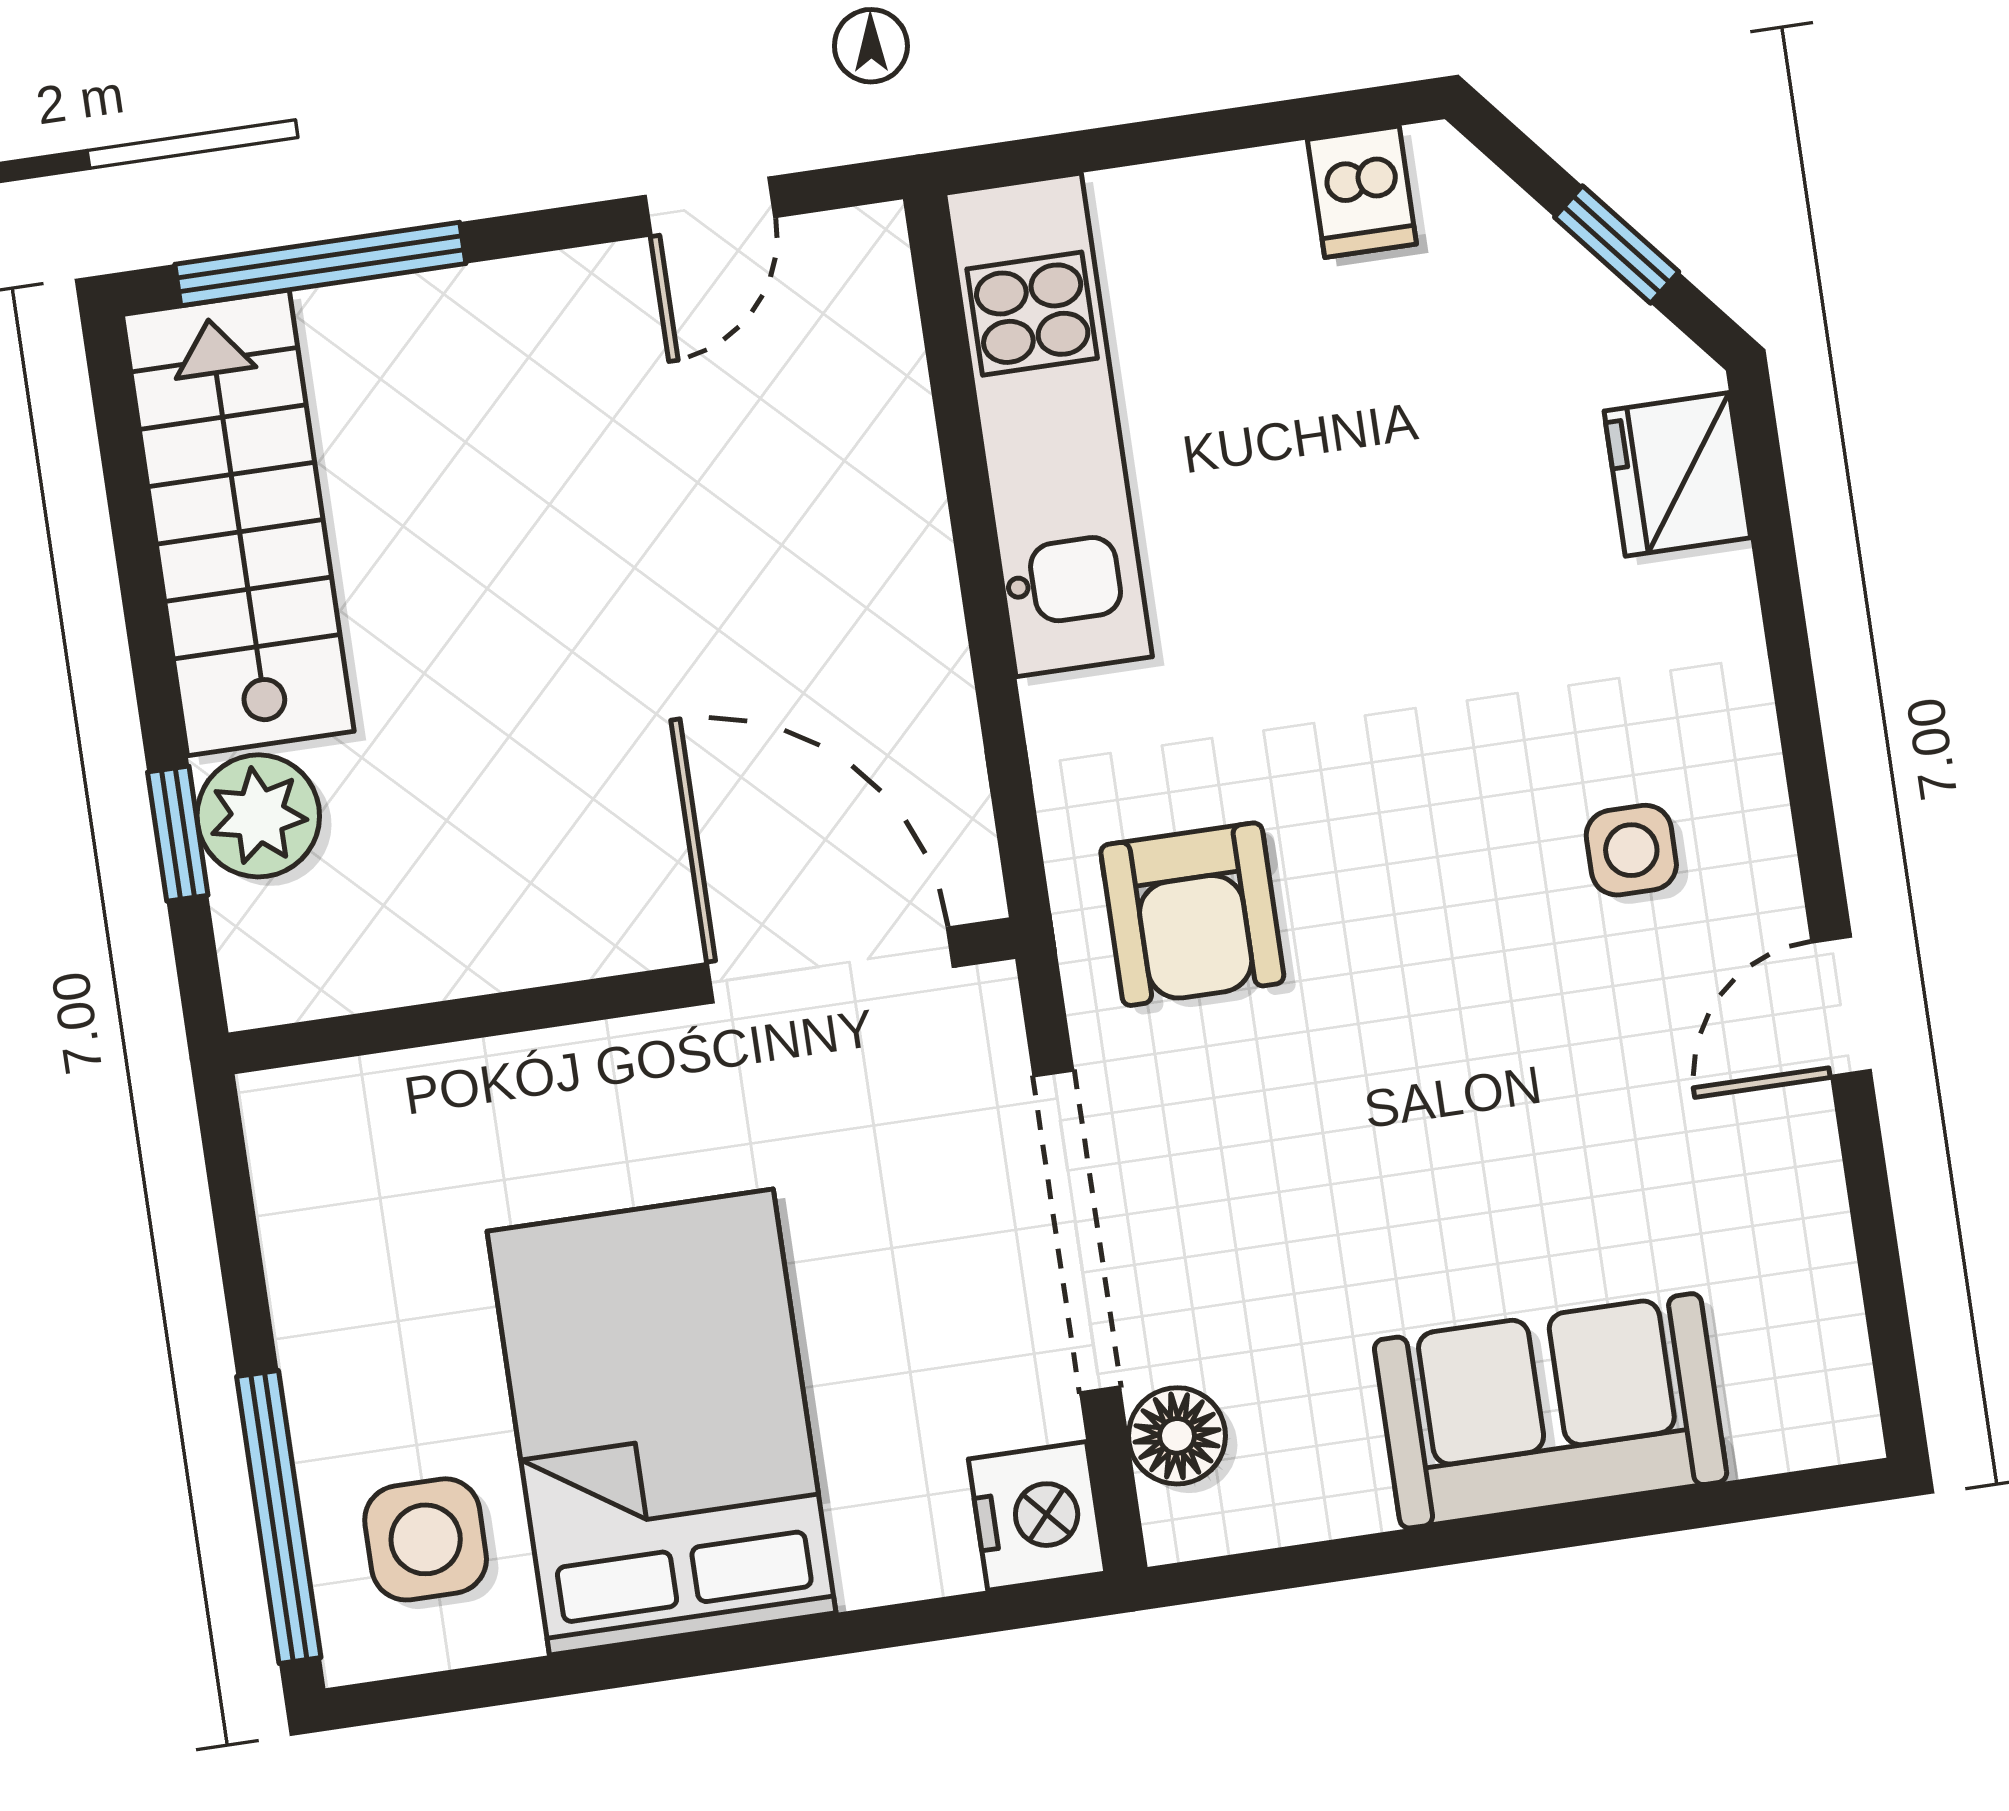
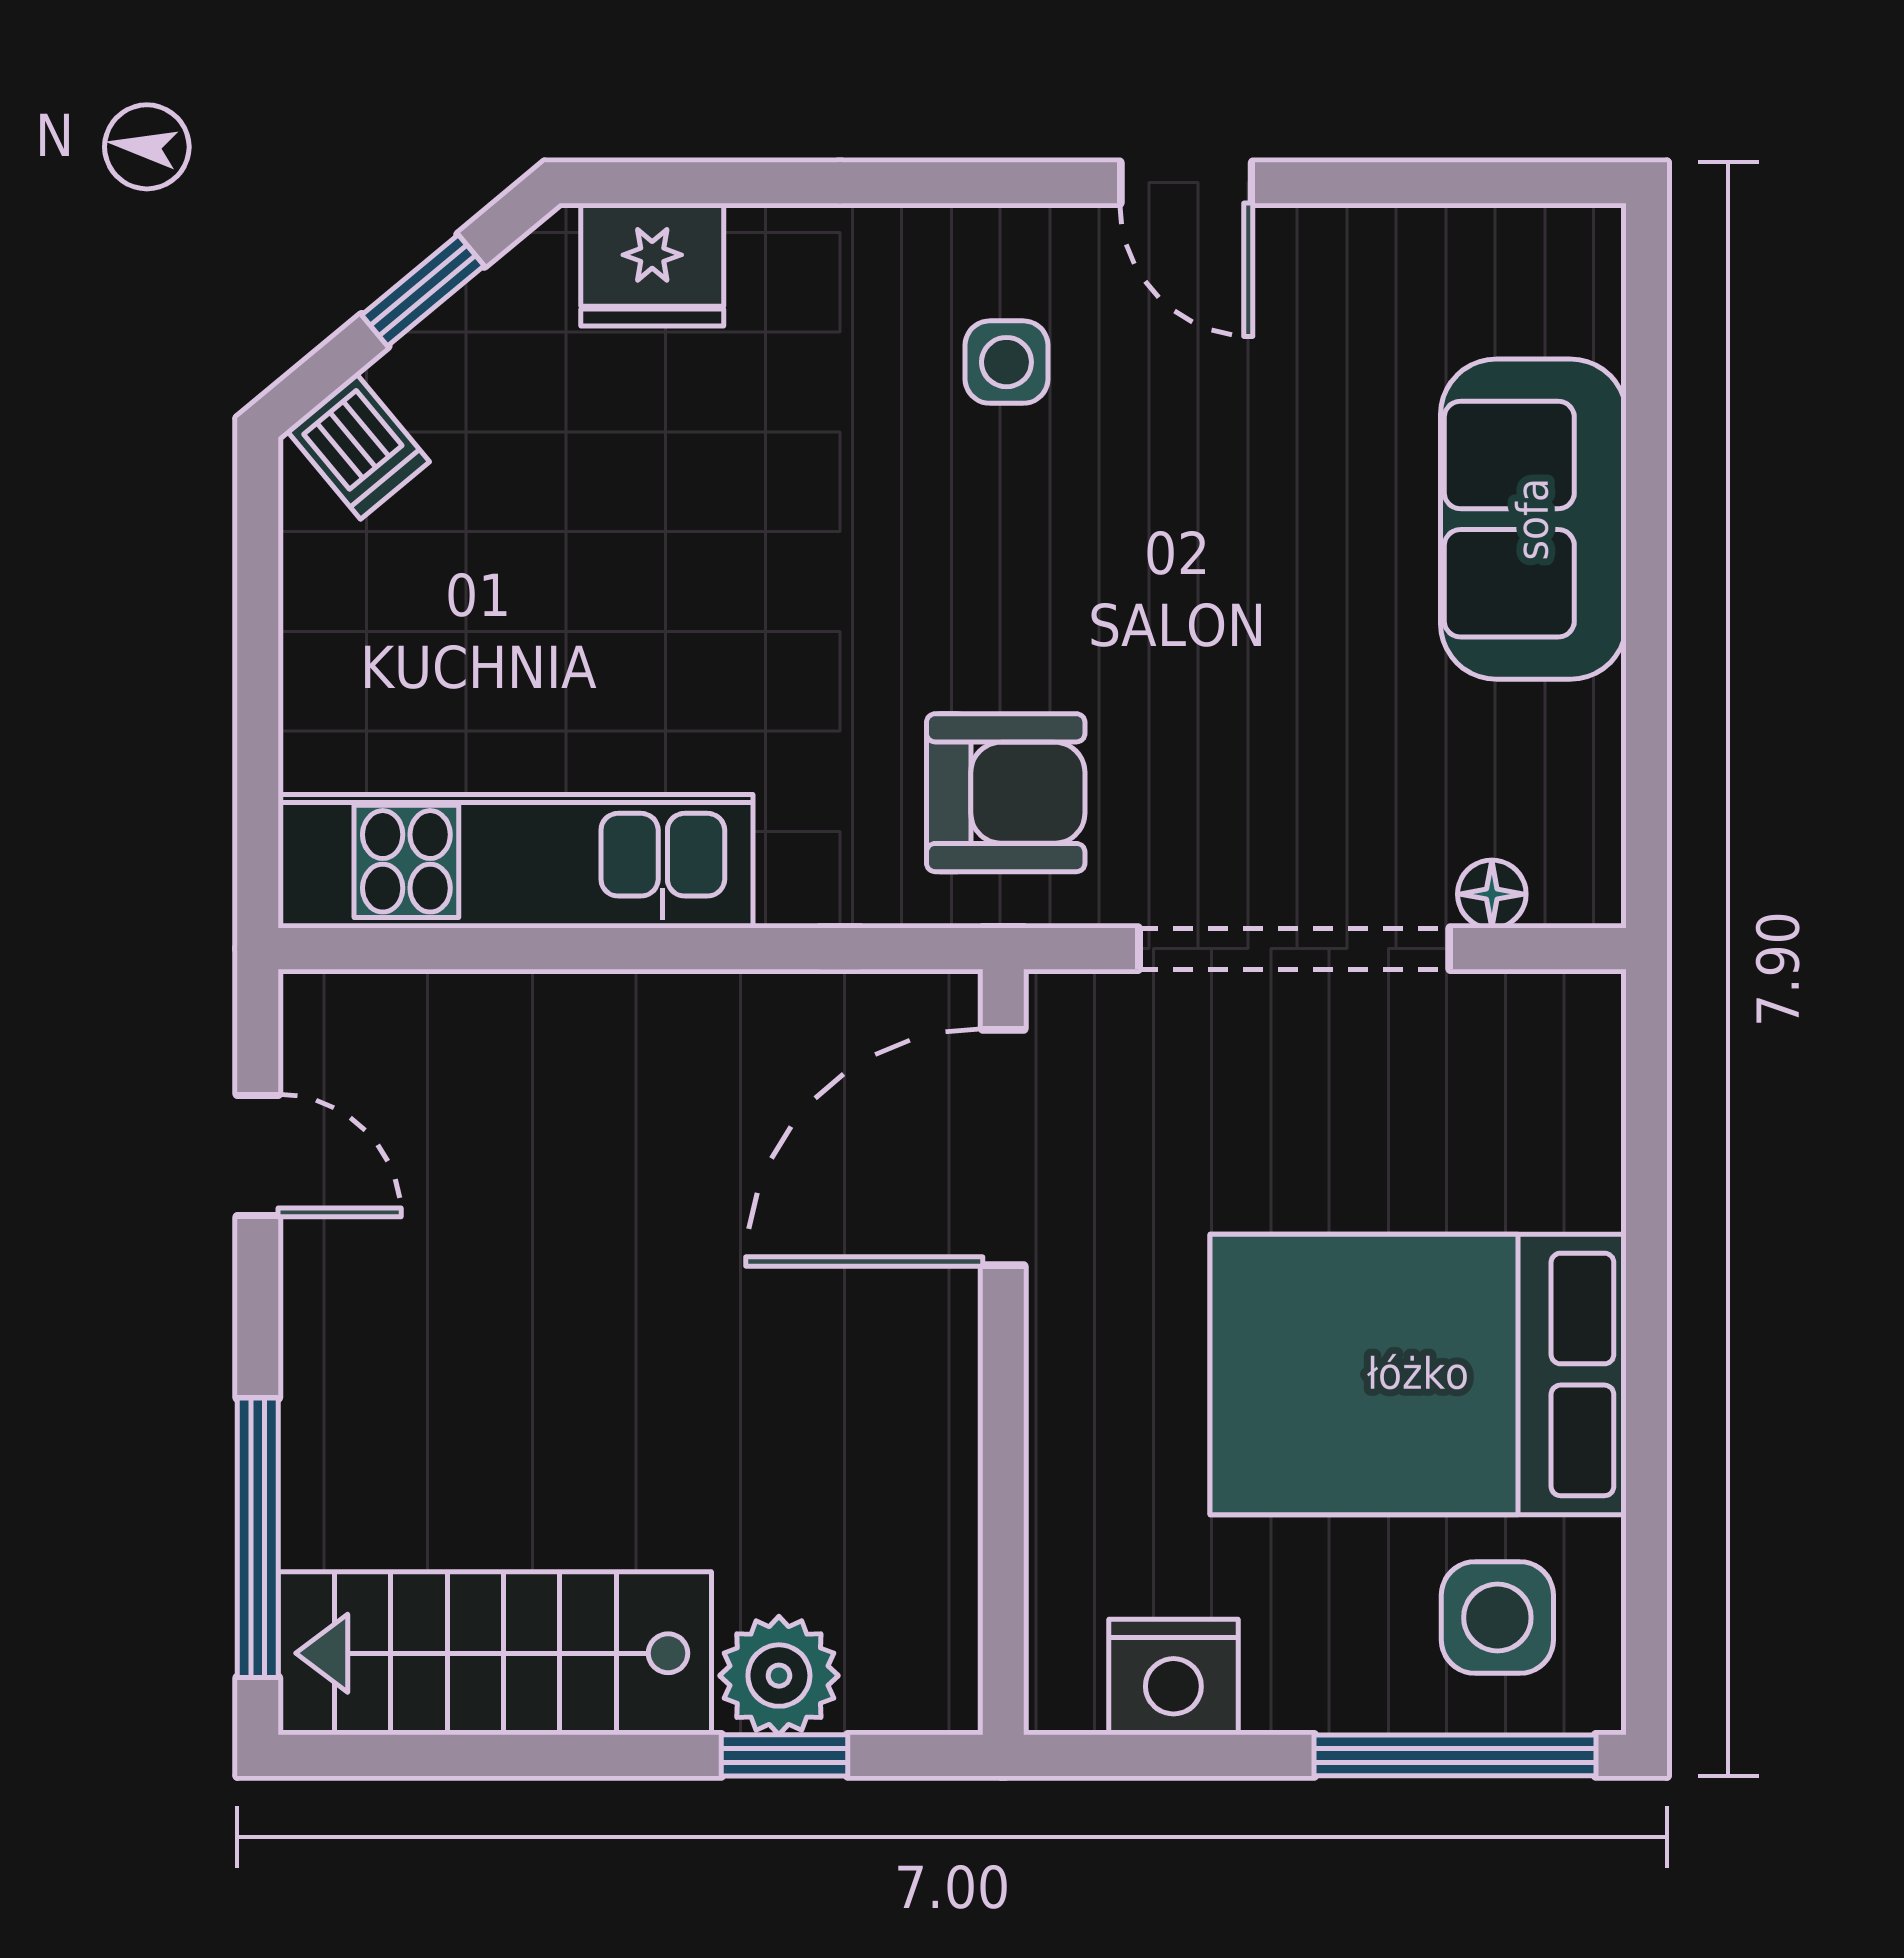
dishwasher: (1362, 192) -> (358, 446), moved, turned 50
floor lamp: (1177, 1436) -> (1492, 894), width x0.73, depth x0.73
nightstand: (1037, 1516) -> (1173, 1677), moved, turned 180

